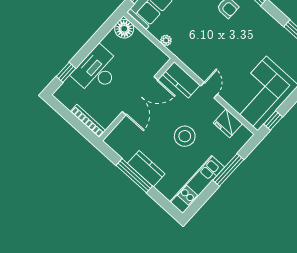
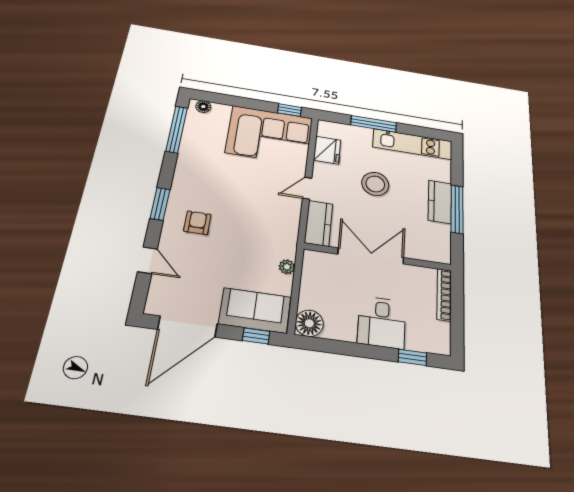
desk: (97, 71) -> (382, 322), width x0.73

